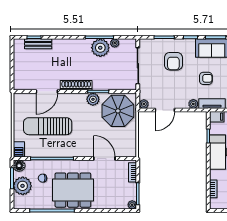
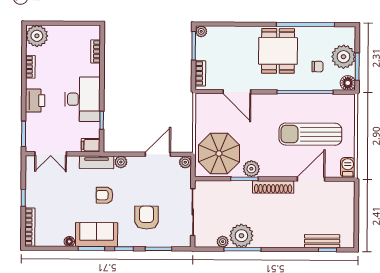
sun lounger: (48, 126) -> (310, 134), turned 180
barbecue: (19, 149) -> (348, 167), moved
dining table: (73, 190) -> (278, 51), width x0.73

